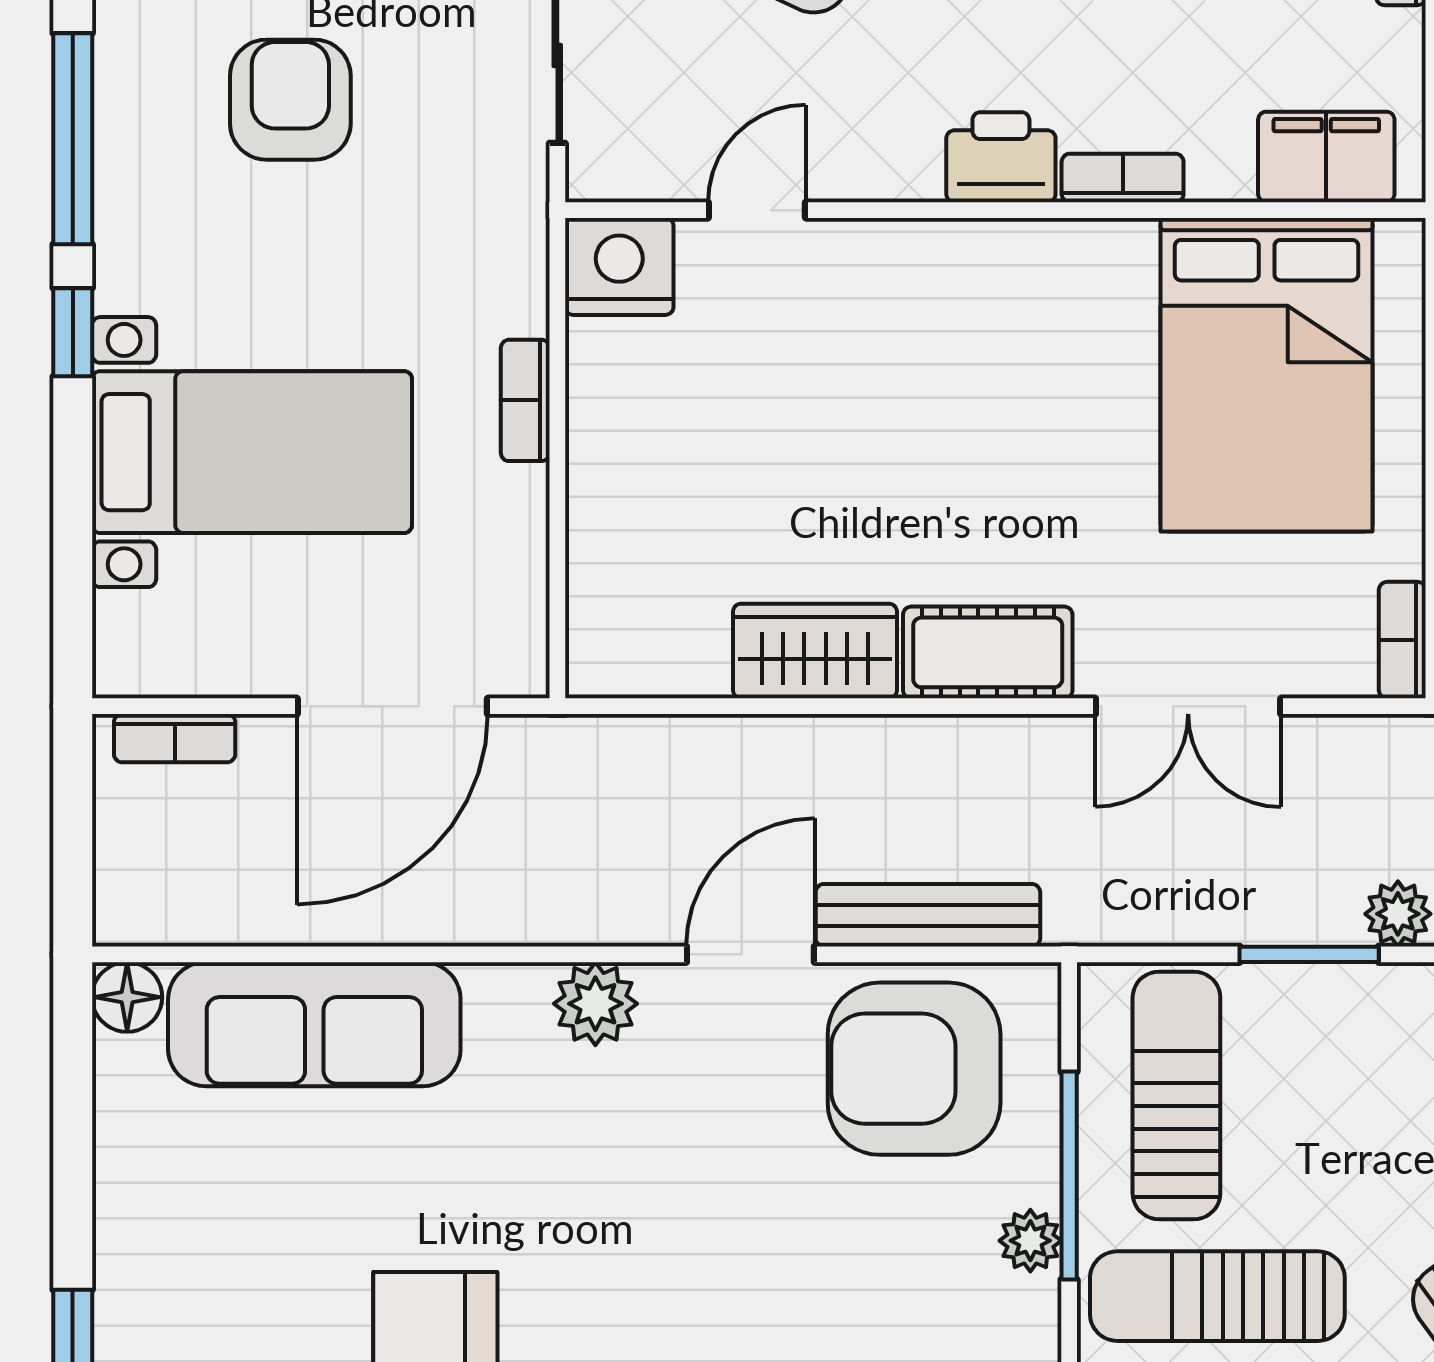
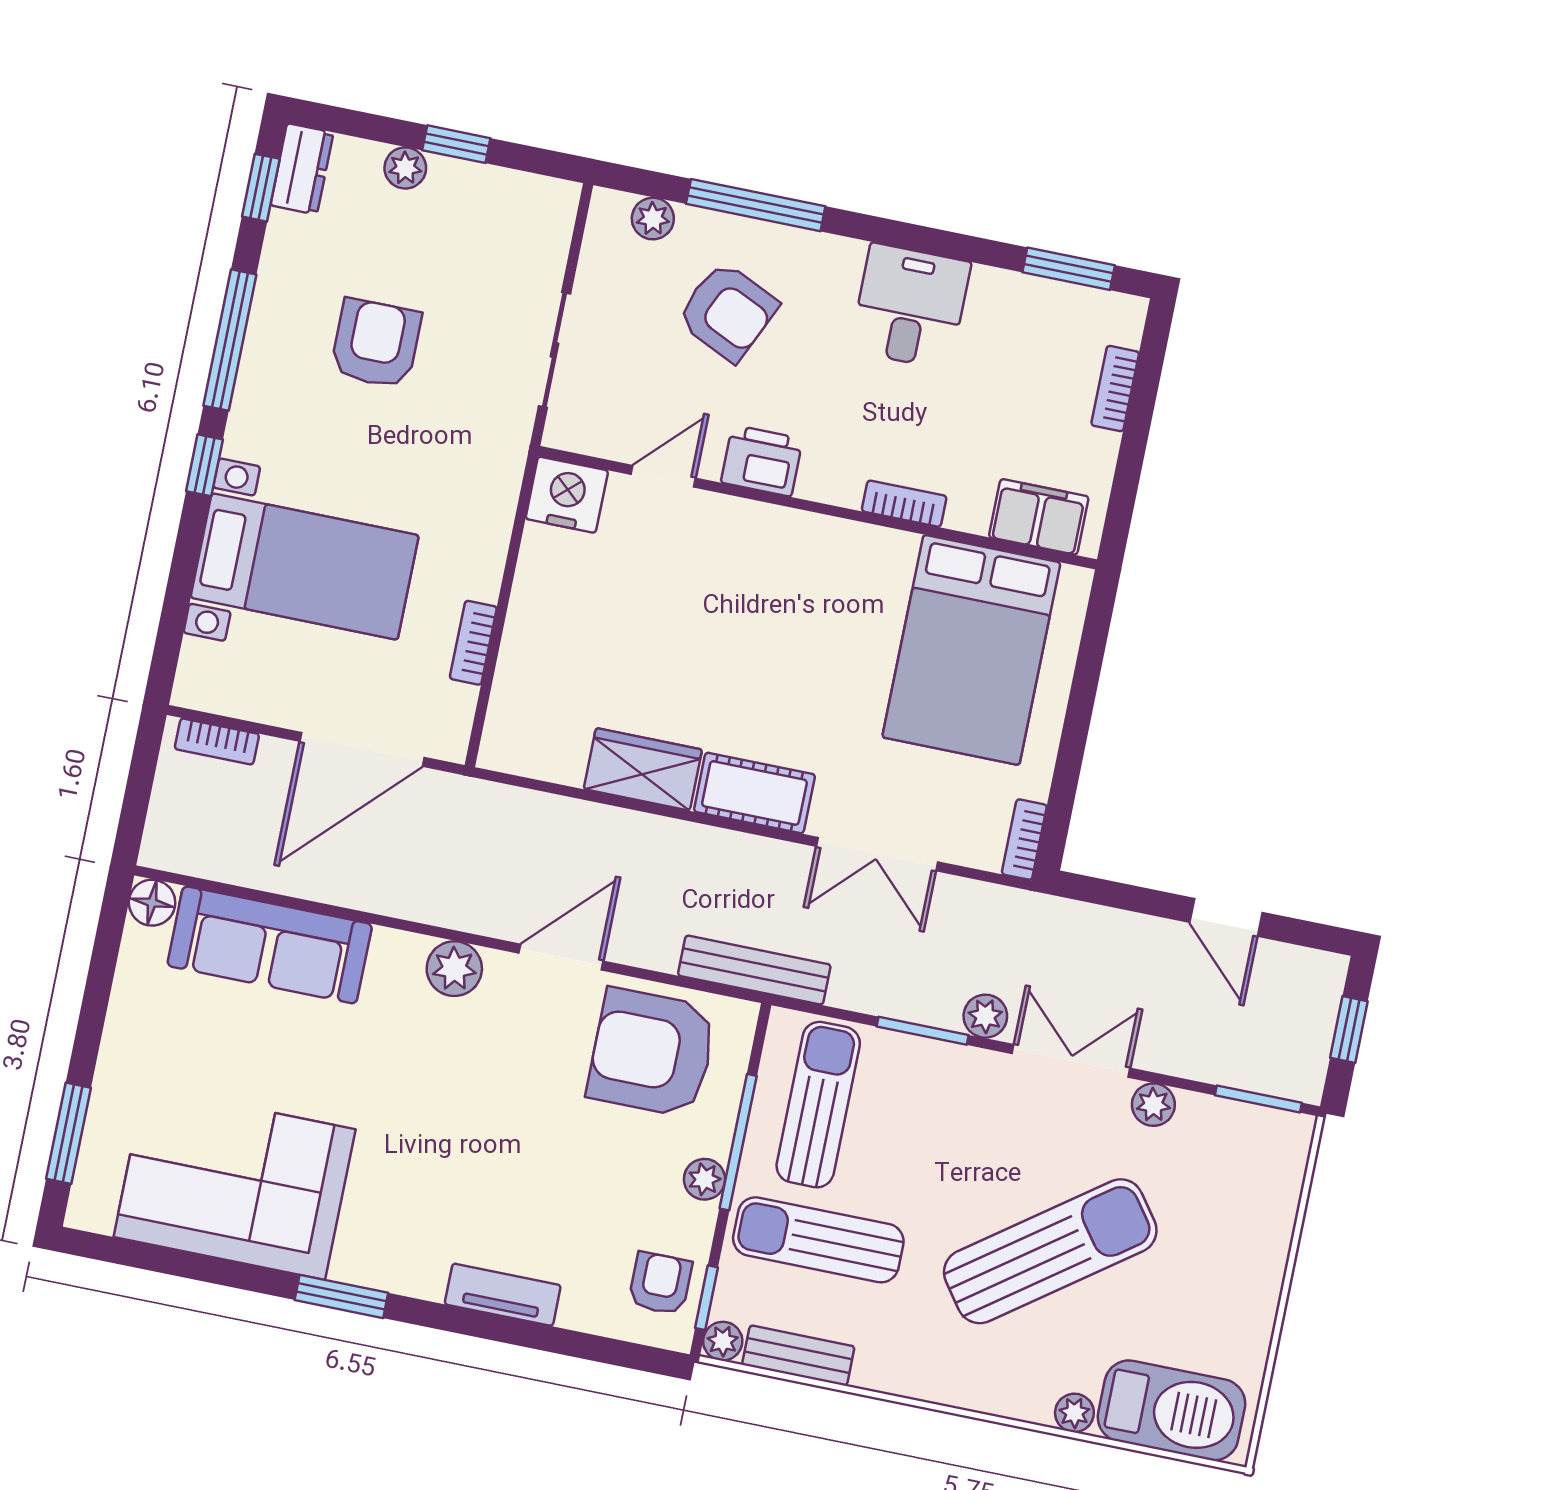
printer: (1001, 157) -> (762, 461), moved
bookcase: (525, 400) -> (473, 643), moved
bench: (928, 915) -> (754, 970), moved

